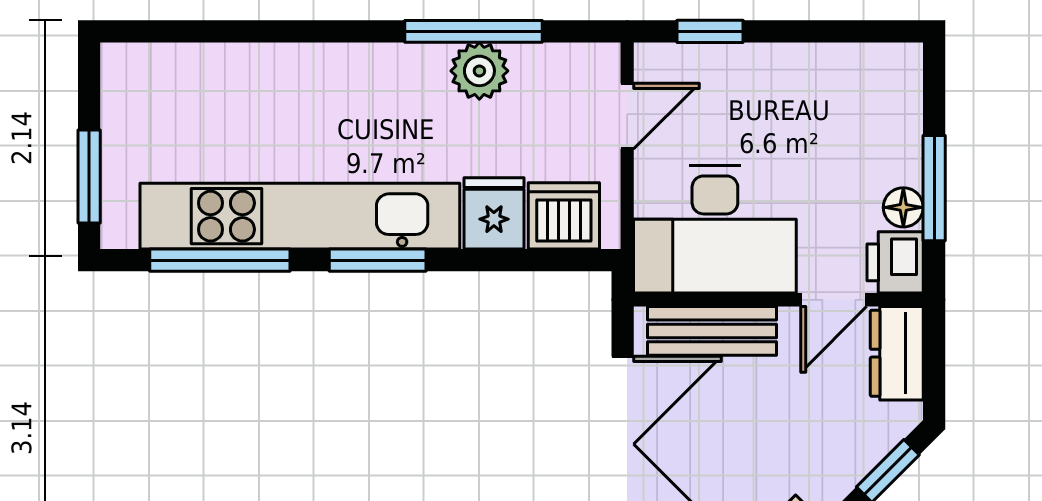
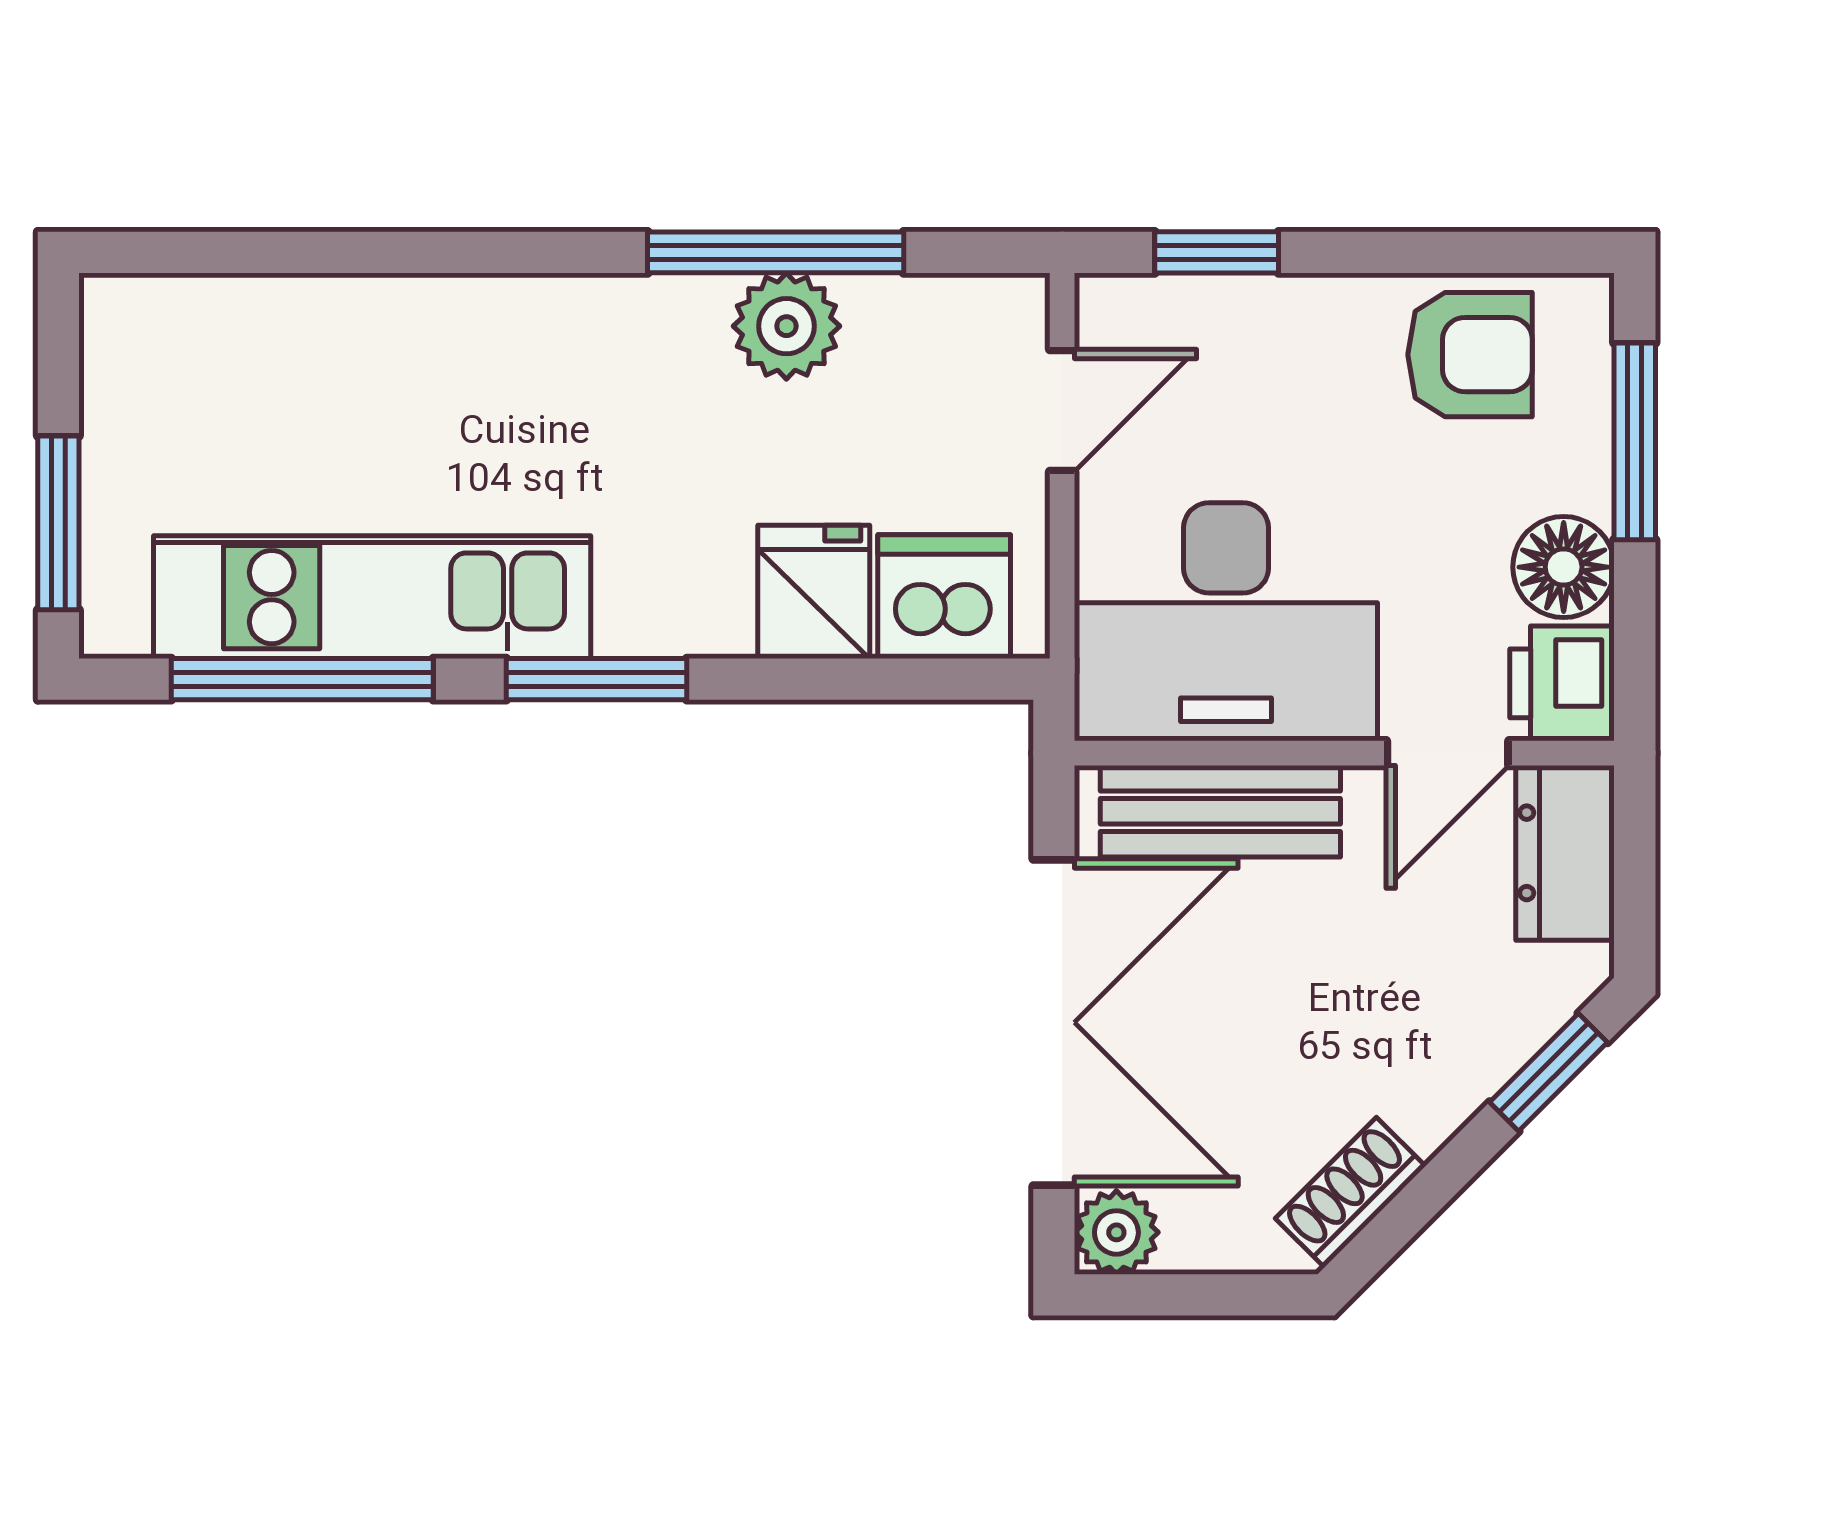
armchair: (846, 86) -> (1470, 355), added
window: (934, 188) -> (1635, 441), moved
floor lamp: (903, 207) -> (1564, 567), width x1.37, depth x1.37
kitchen unit: (300, 216) -> (372, 597), width x0.73

